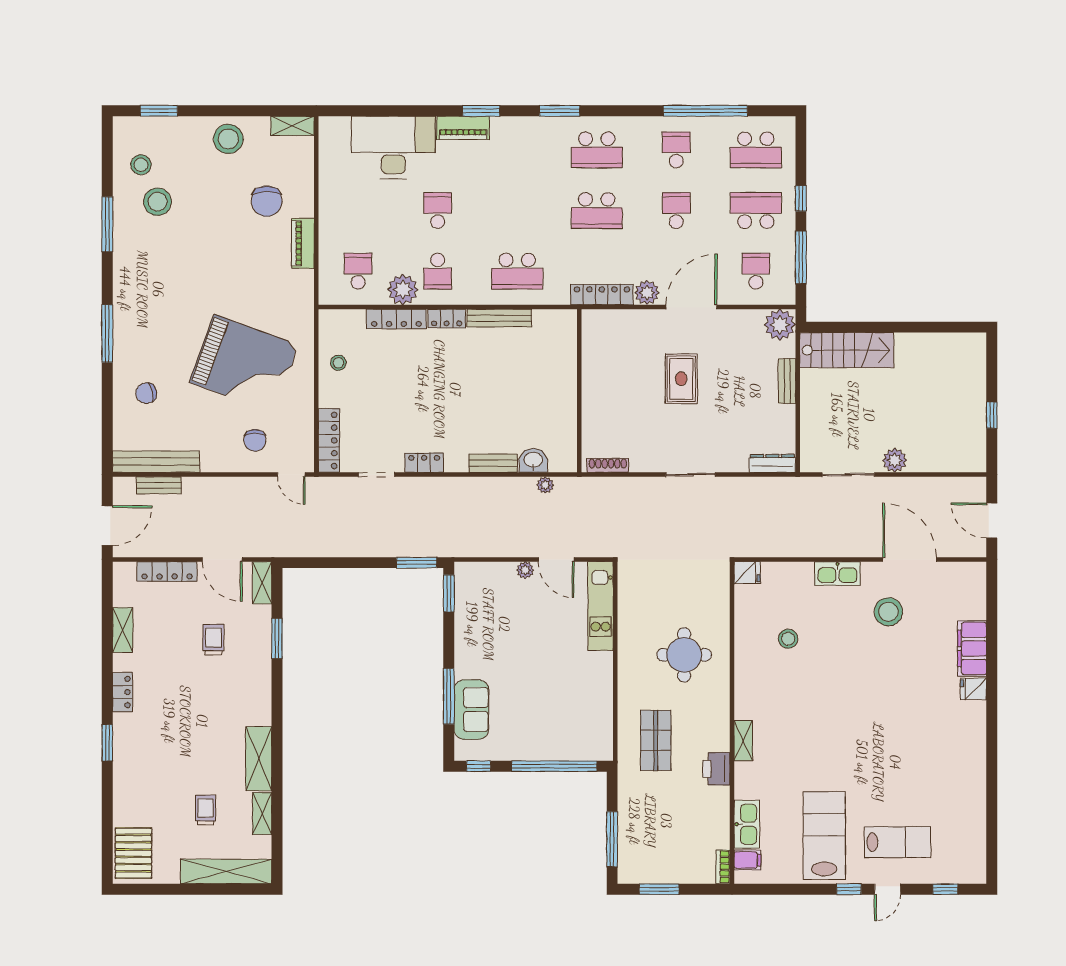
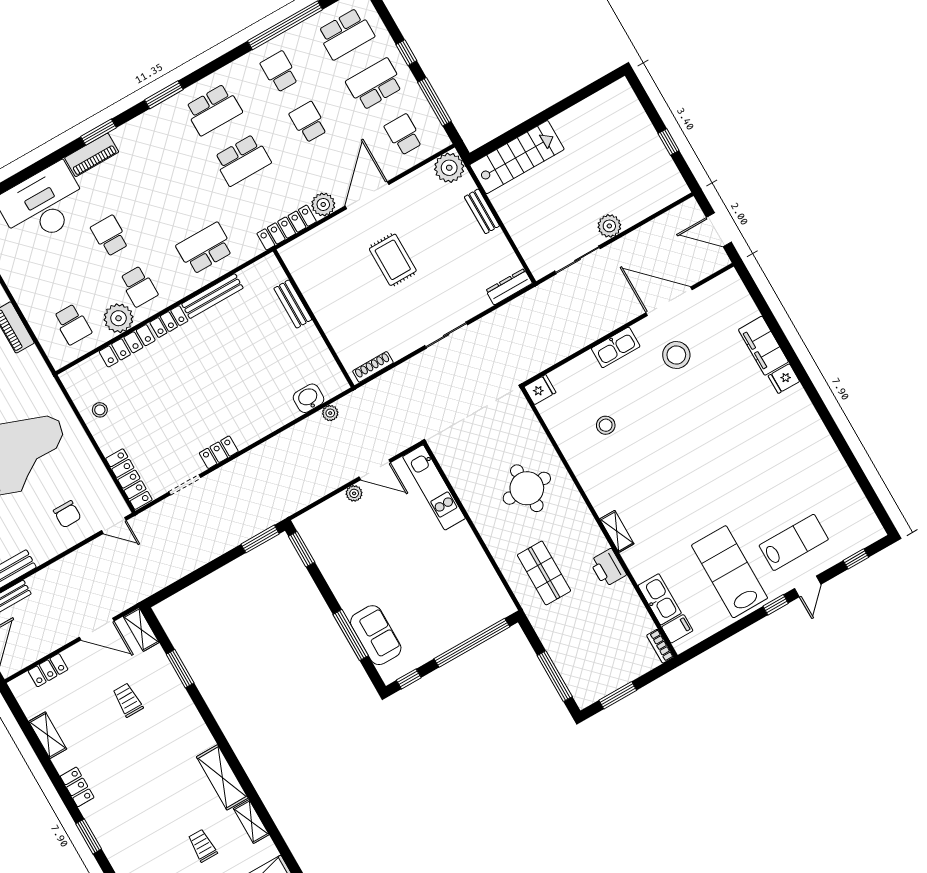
school desk: (358, 271) -> (72, 324), turned 180
school desk: (517, 271) -> (205, 248), turned 180
bench: (493, 463) -> (293, 304), moved, turned 90
locker: (167, 571) -> (48, 670), width x0.66

